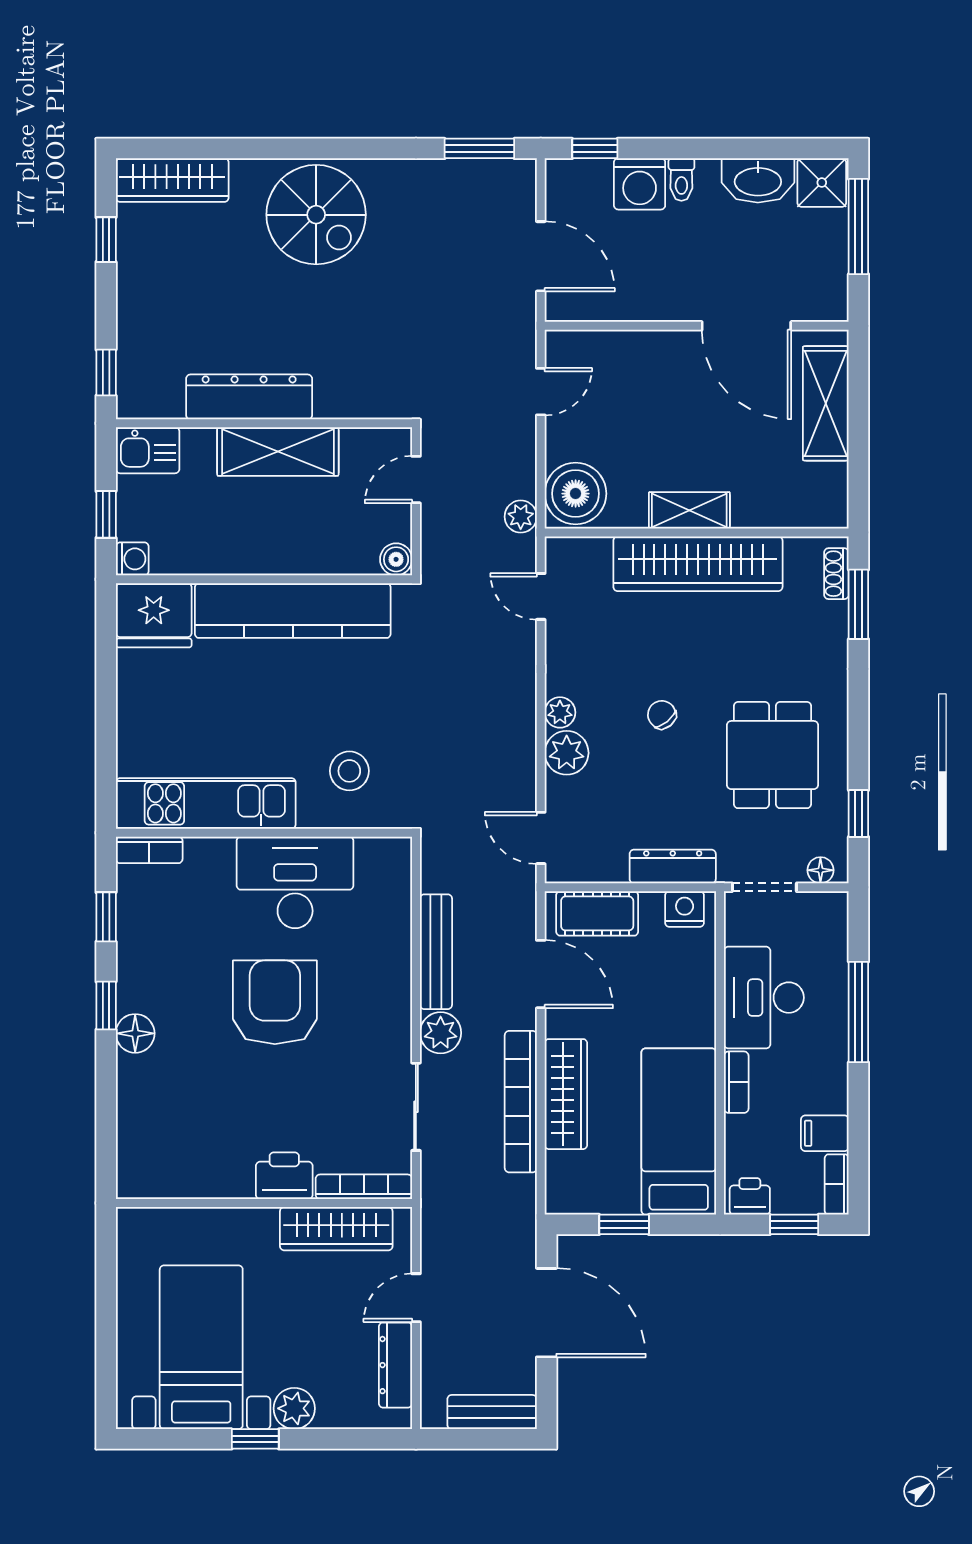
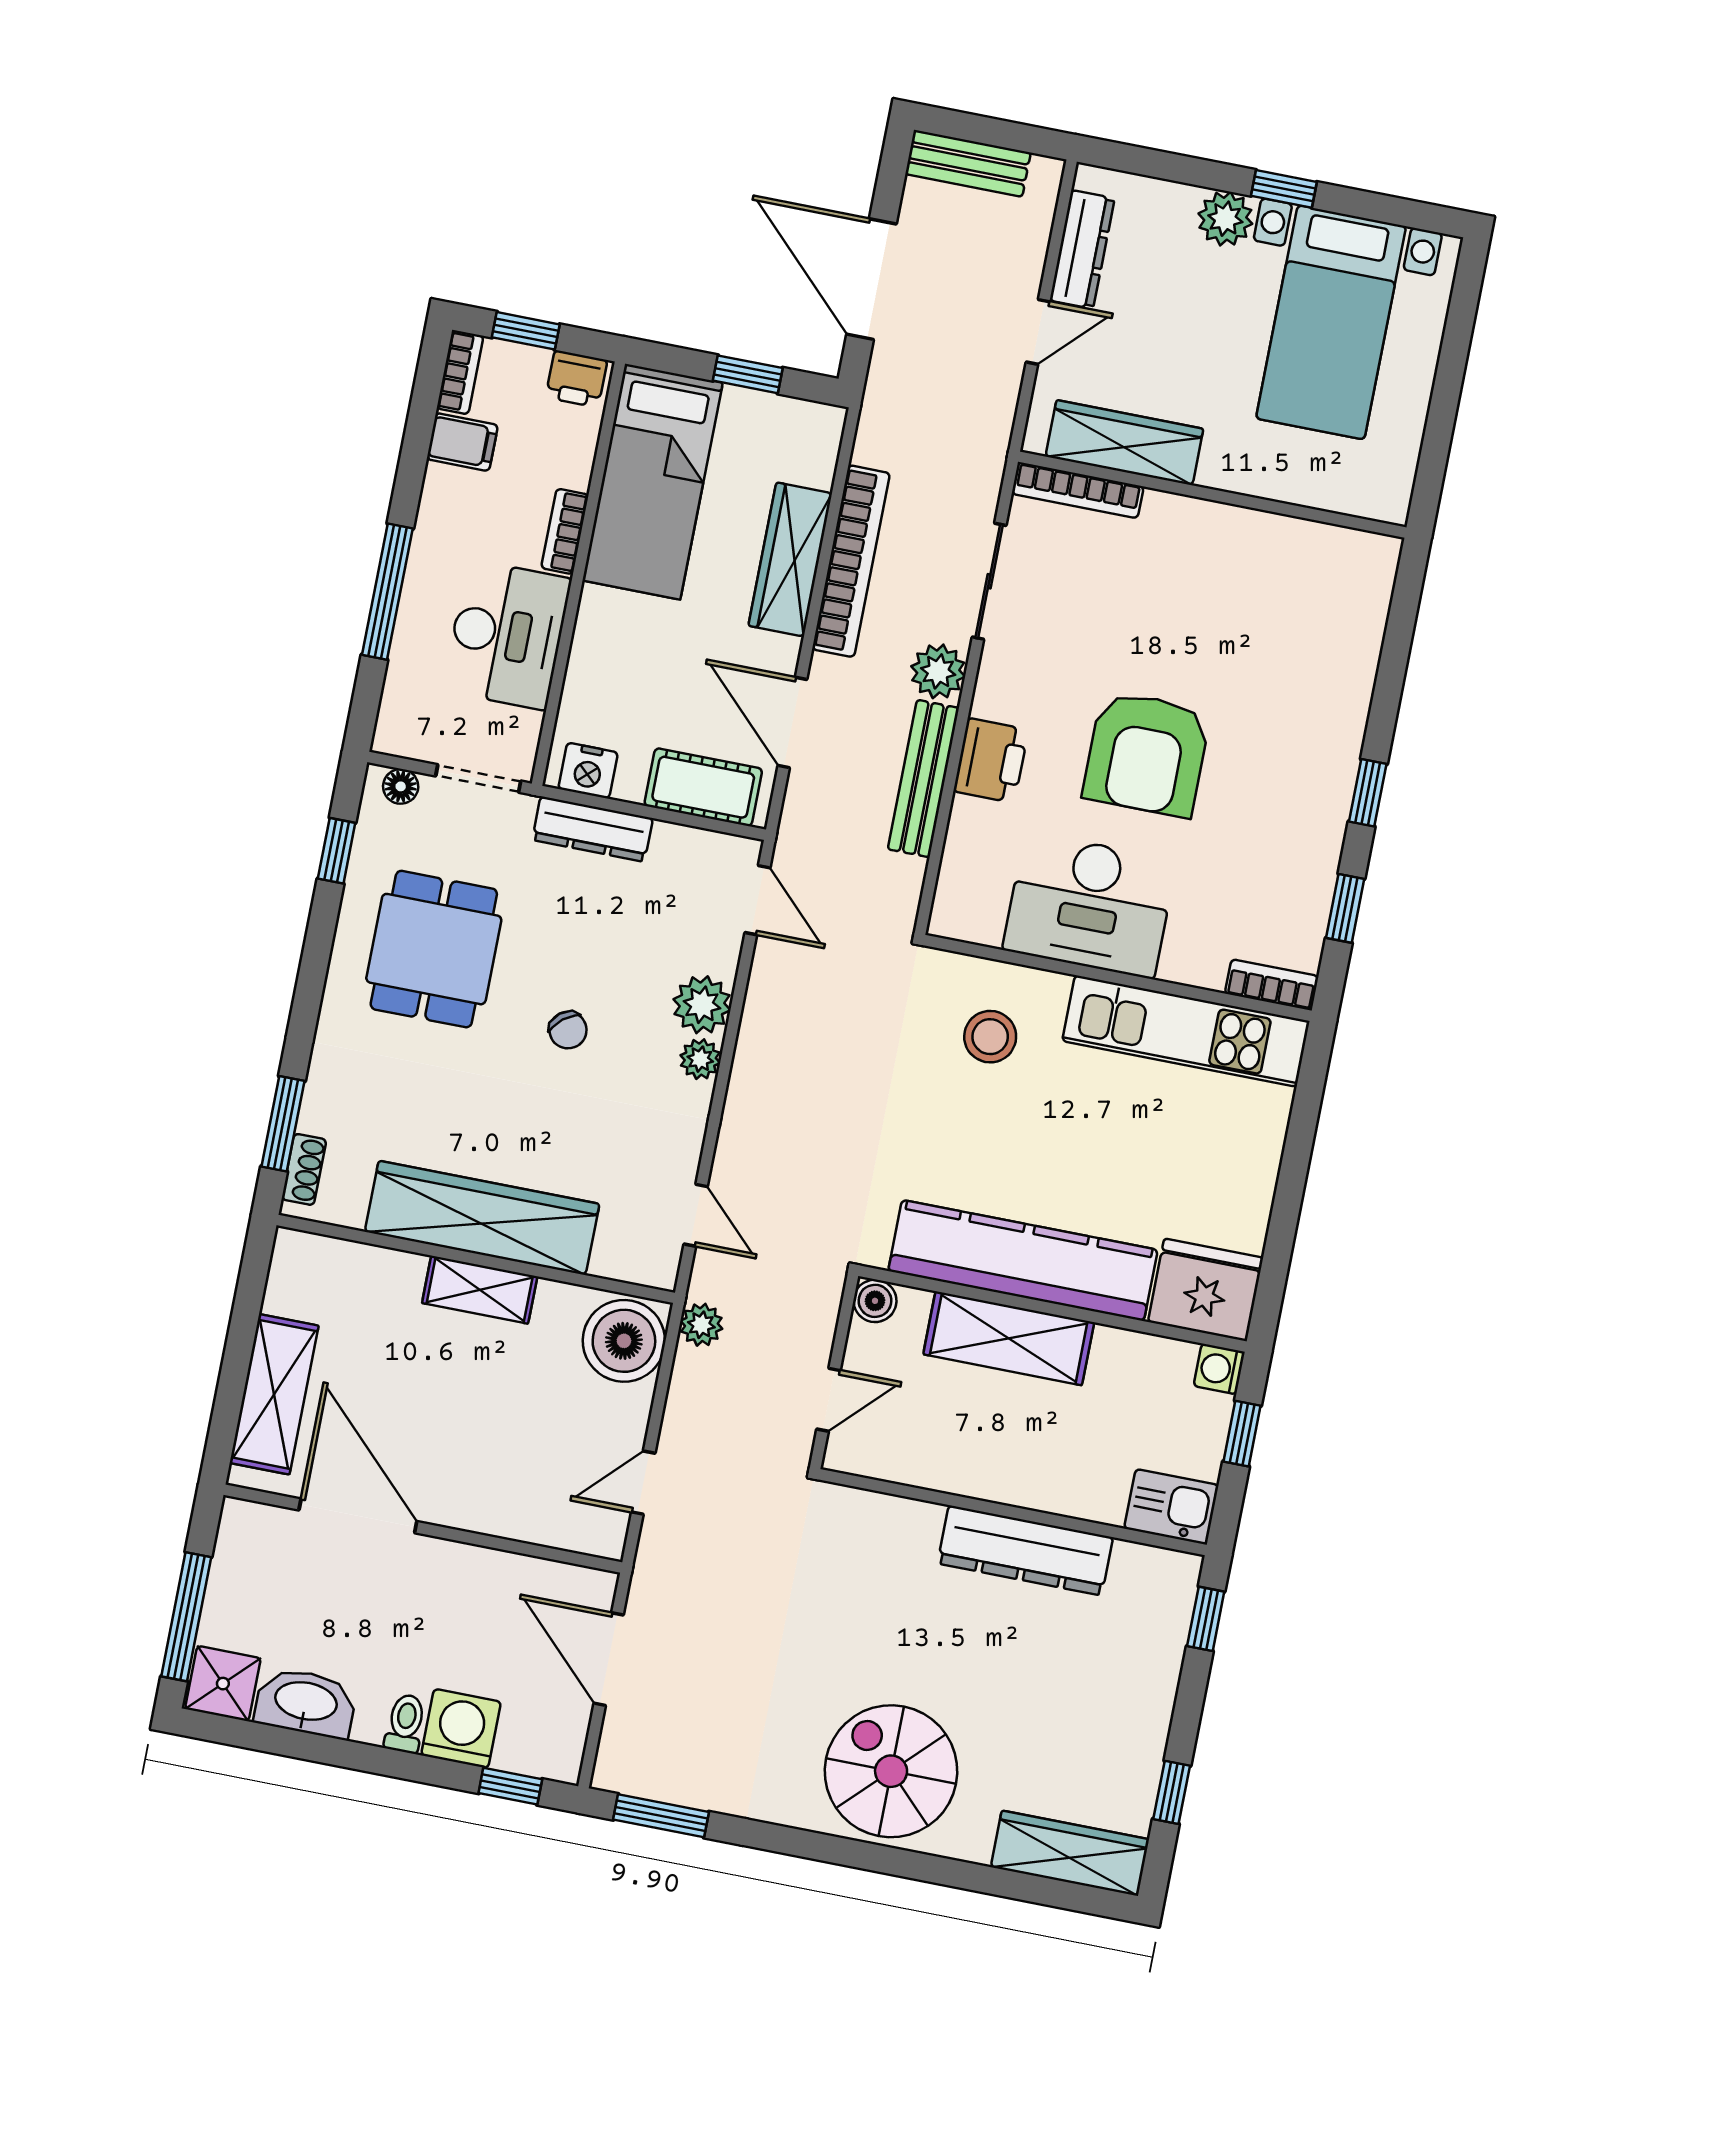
shelving: (278, 451) -> (1009, 1338), moved
floor lamp: (135, 1033) -> (1337, 749), removed
printer: (284, 1176) -> (991, 760), moved, turned -90

